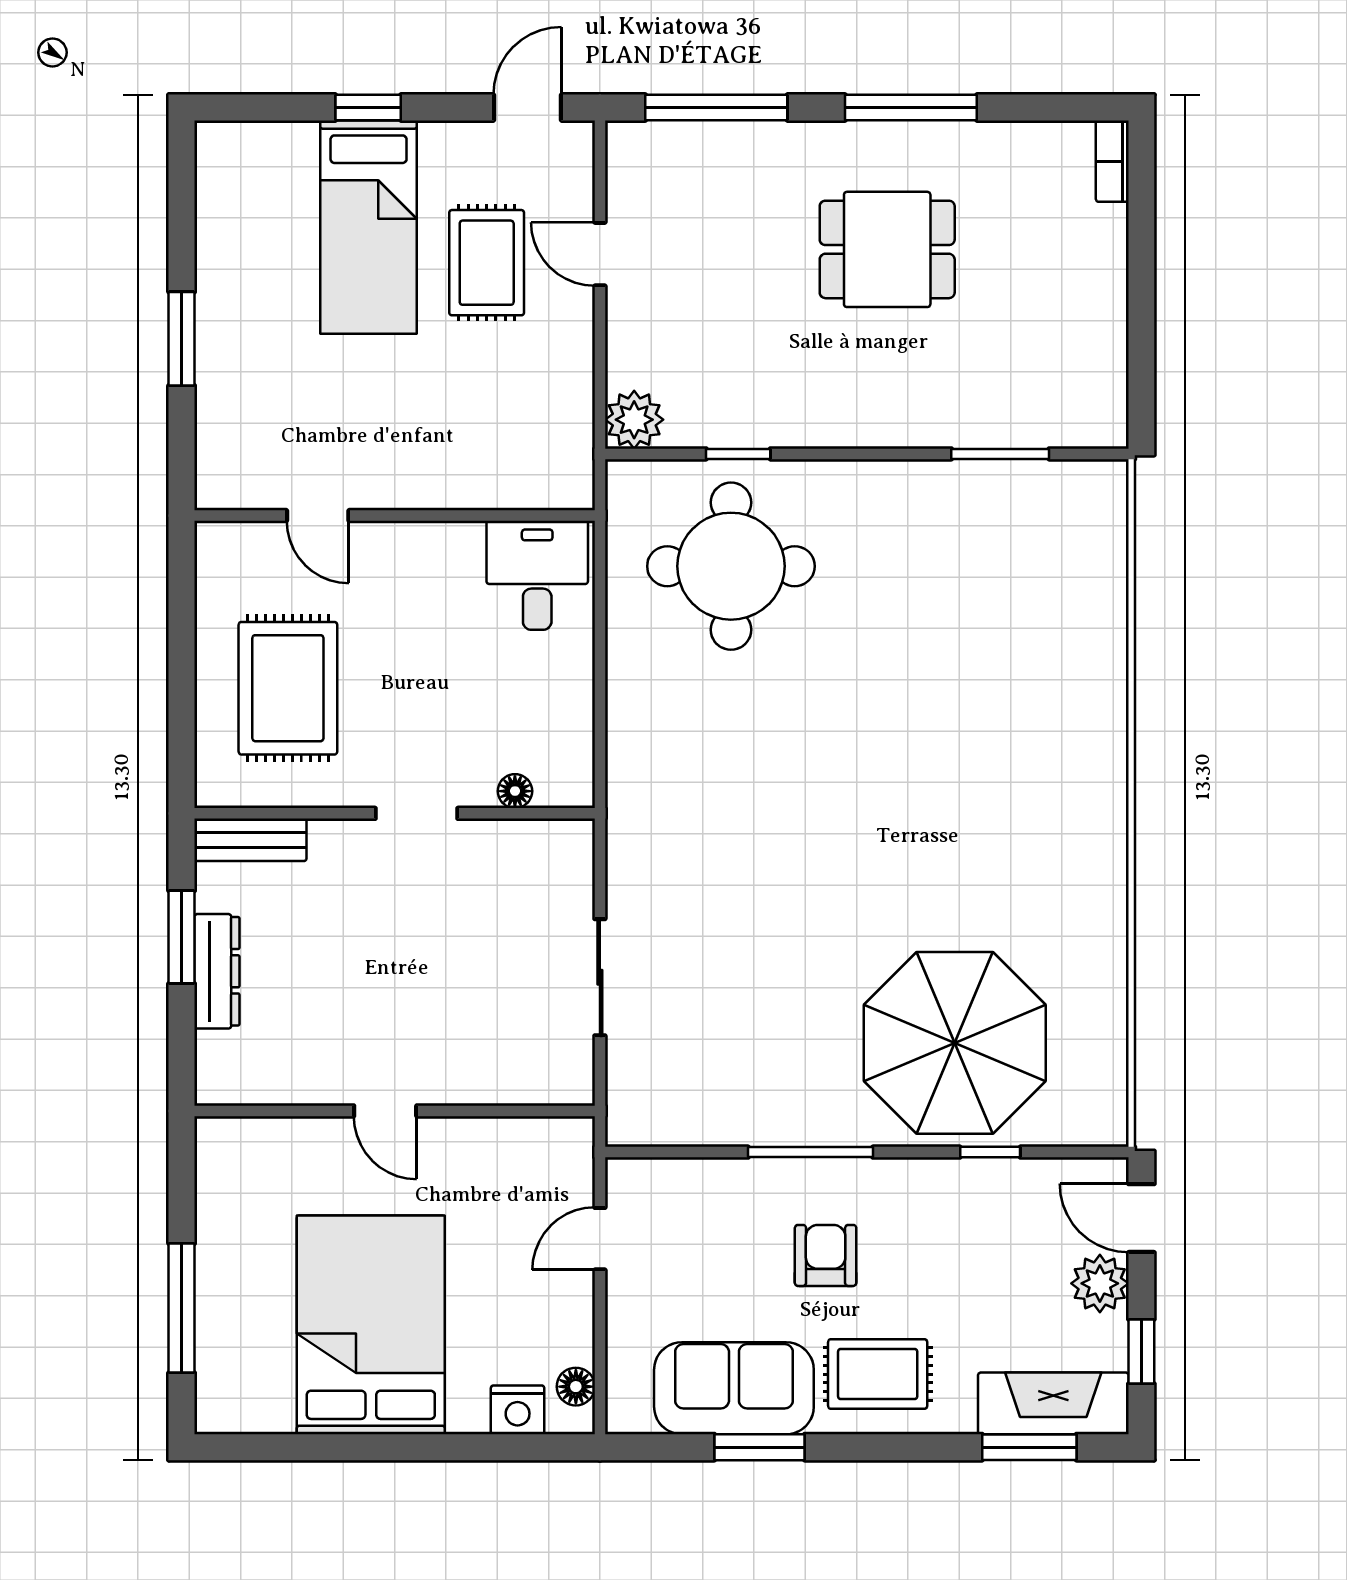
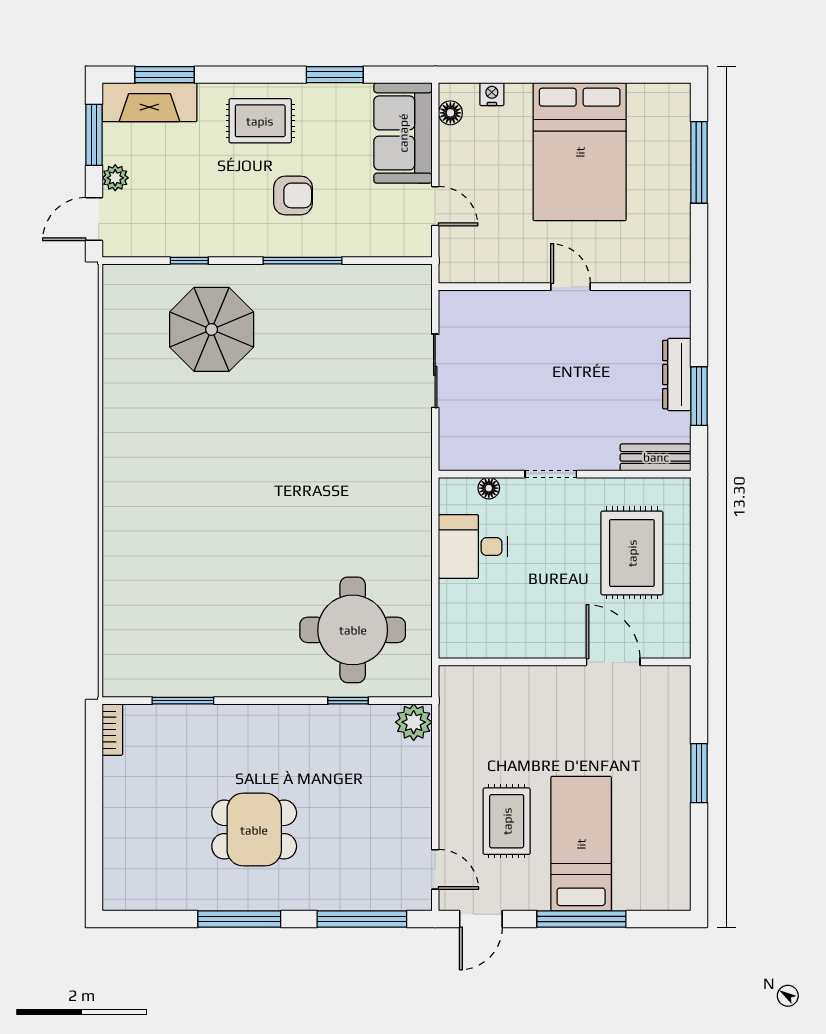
window: (368, 108) -> (581, 919), width x2.17
bookcase: (1112, 161) -> (112, 730), moved
door: (600, 254) -> (435, 869), moved
door: (318, 516) -> (613, 662), width x1.38
desk: (537, 575) -> (473, 547), moved, turned 90
parasol: (955, 1043) -> (212, 329), width x0.73, depth x0.73
door: (1141, 1218) -> (94, 219), swing flipped
door: (600, 1239) -> (435, 206), hinge flipped
armchair: (826, 1255) -> (293, 195), turned -90
plant: (1100, 1283) -> (115, 178), width x0.73, depth x0.73
window: (1141, 1352) -> (94, 135), width x1.50
sofa: (734, 1388) -> (403, 133), moved, turned 90
nightstand: (518, 1410) -> (492, 94), width x0.72, depth x0.74

